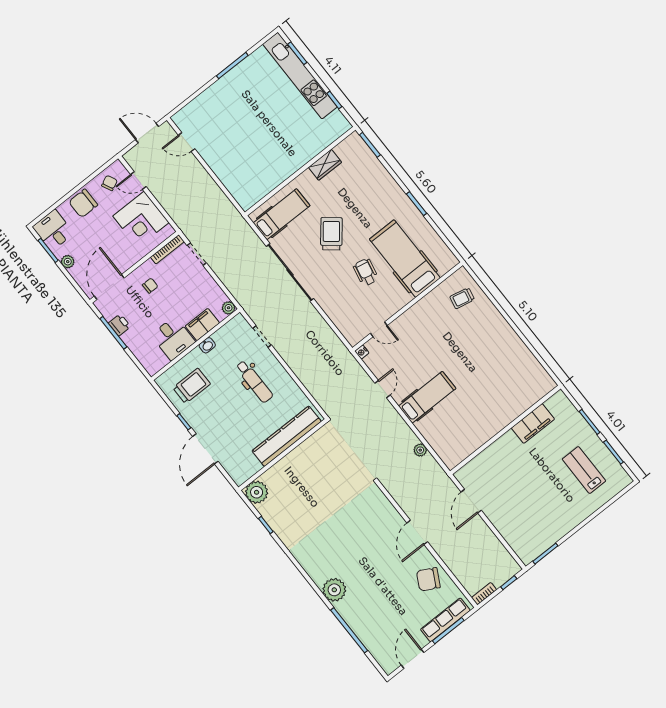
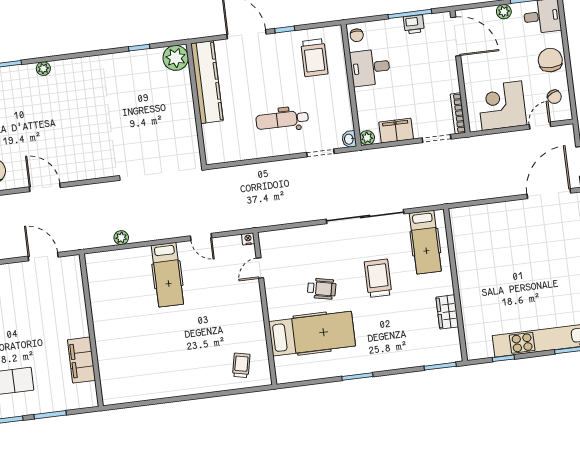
door: (187, 142) -> (549, 194), width x1.88
trolley: (331, 234) -> (378, 278), turned -129
chair: (150, 286) -> (357, 35), moved
filing cabinet: (202, 325) -> (396, 131), moved, turned -90
washbasin: (207, 345) -> (349, 139), moved
kitchen counter: (287, 436) -> (207, 82), moved
plant: (334, 590) -> (43, 69), width x0.53, depth x0.53

